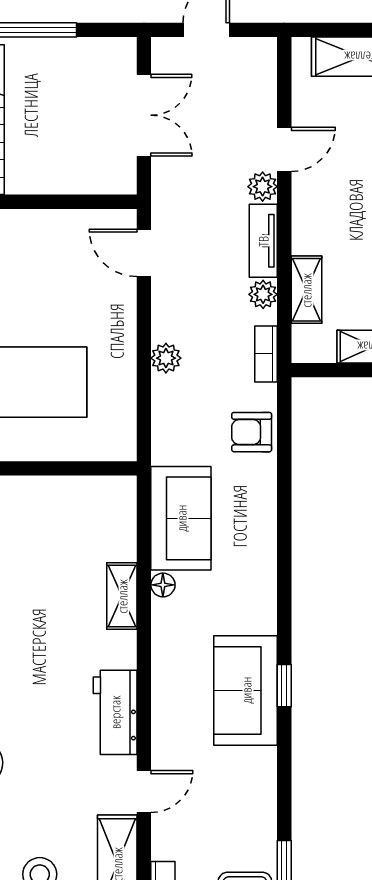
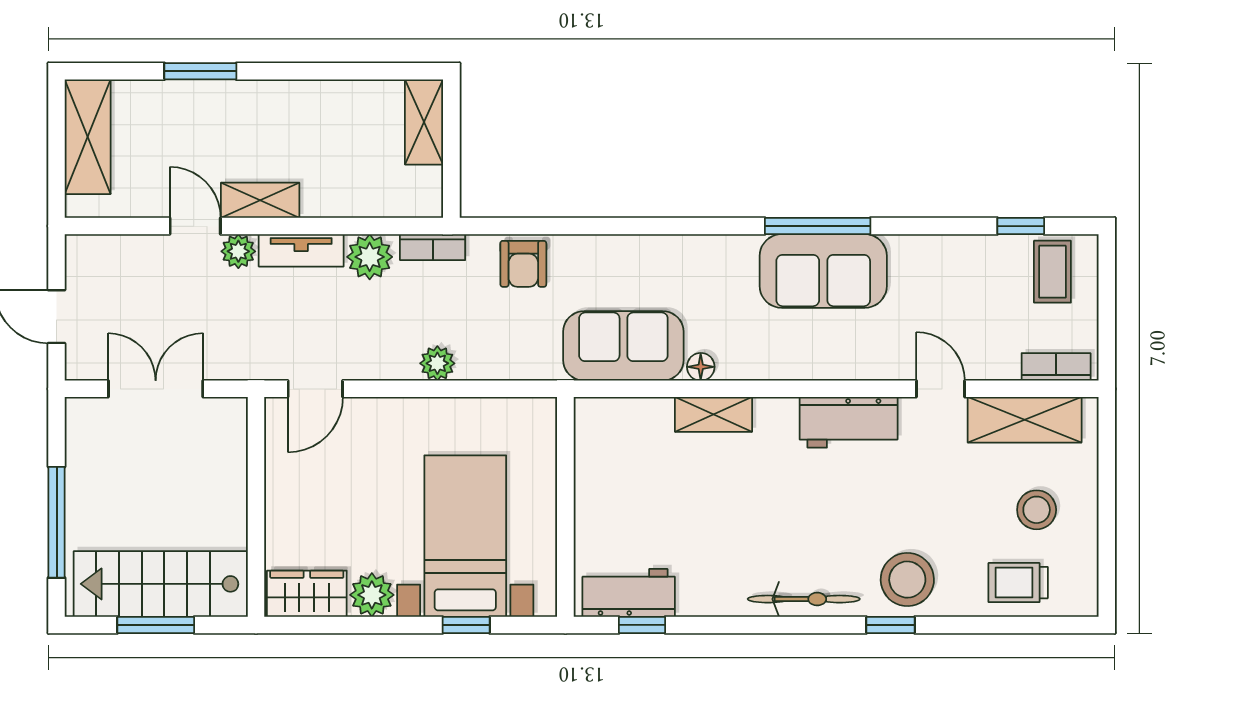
shelving: (306, 290) -> (260, 200), moved
plant: (263, 294) -> (370, 257), width x1.38, depth x1.38
window: (284, 686) -> (818, 226), width x2.17

